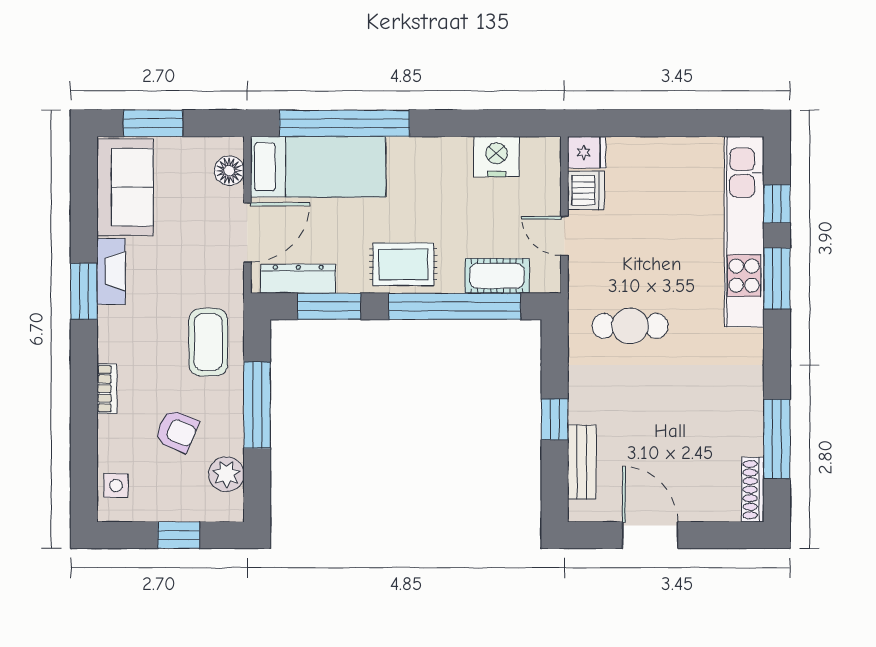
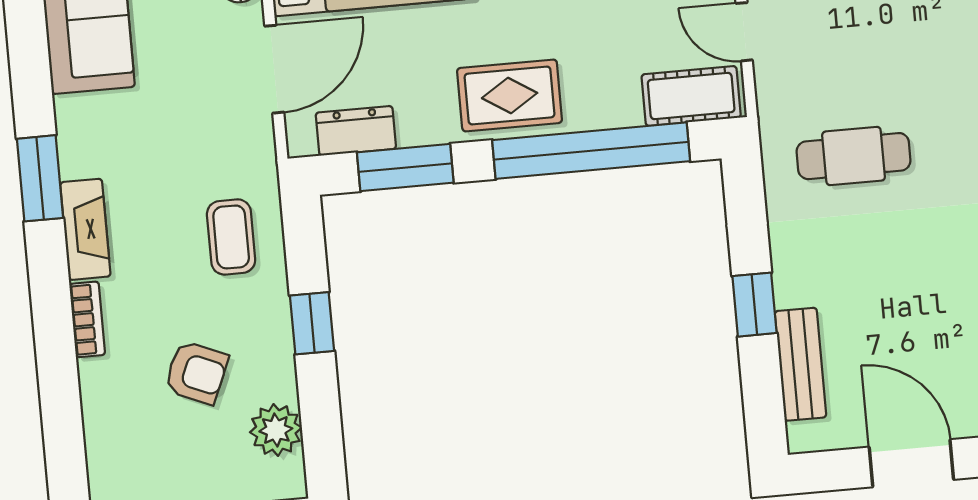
fireplace: (111, 271) -> (85, 229), moved
cot: (497, 276) -> (691, 96), moved
dresser: (298, 279) -> (356, 131), width x0.70
coffee table: (208, 342) -> (231, 237), width x0.73, depth x0.77
window: (257, 405) -> (312, 323), width x0.46
side table: (116, 486) -> (114, 462), removed

